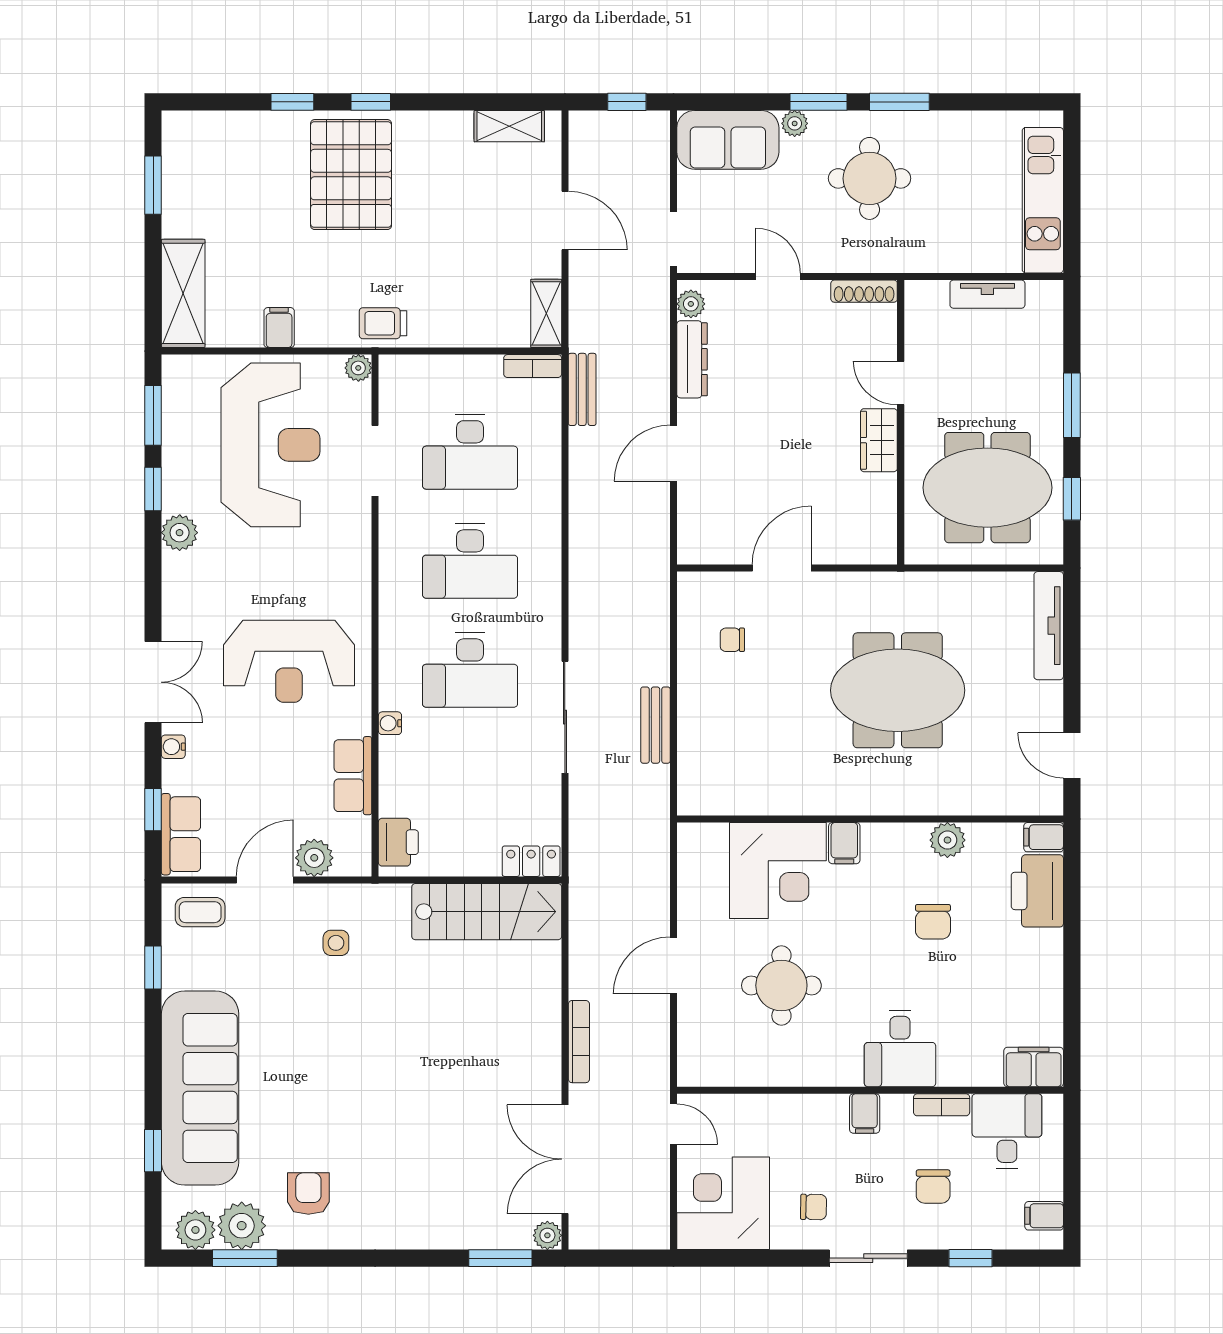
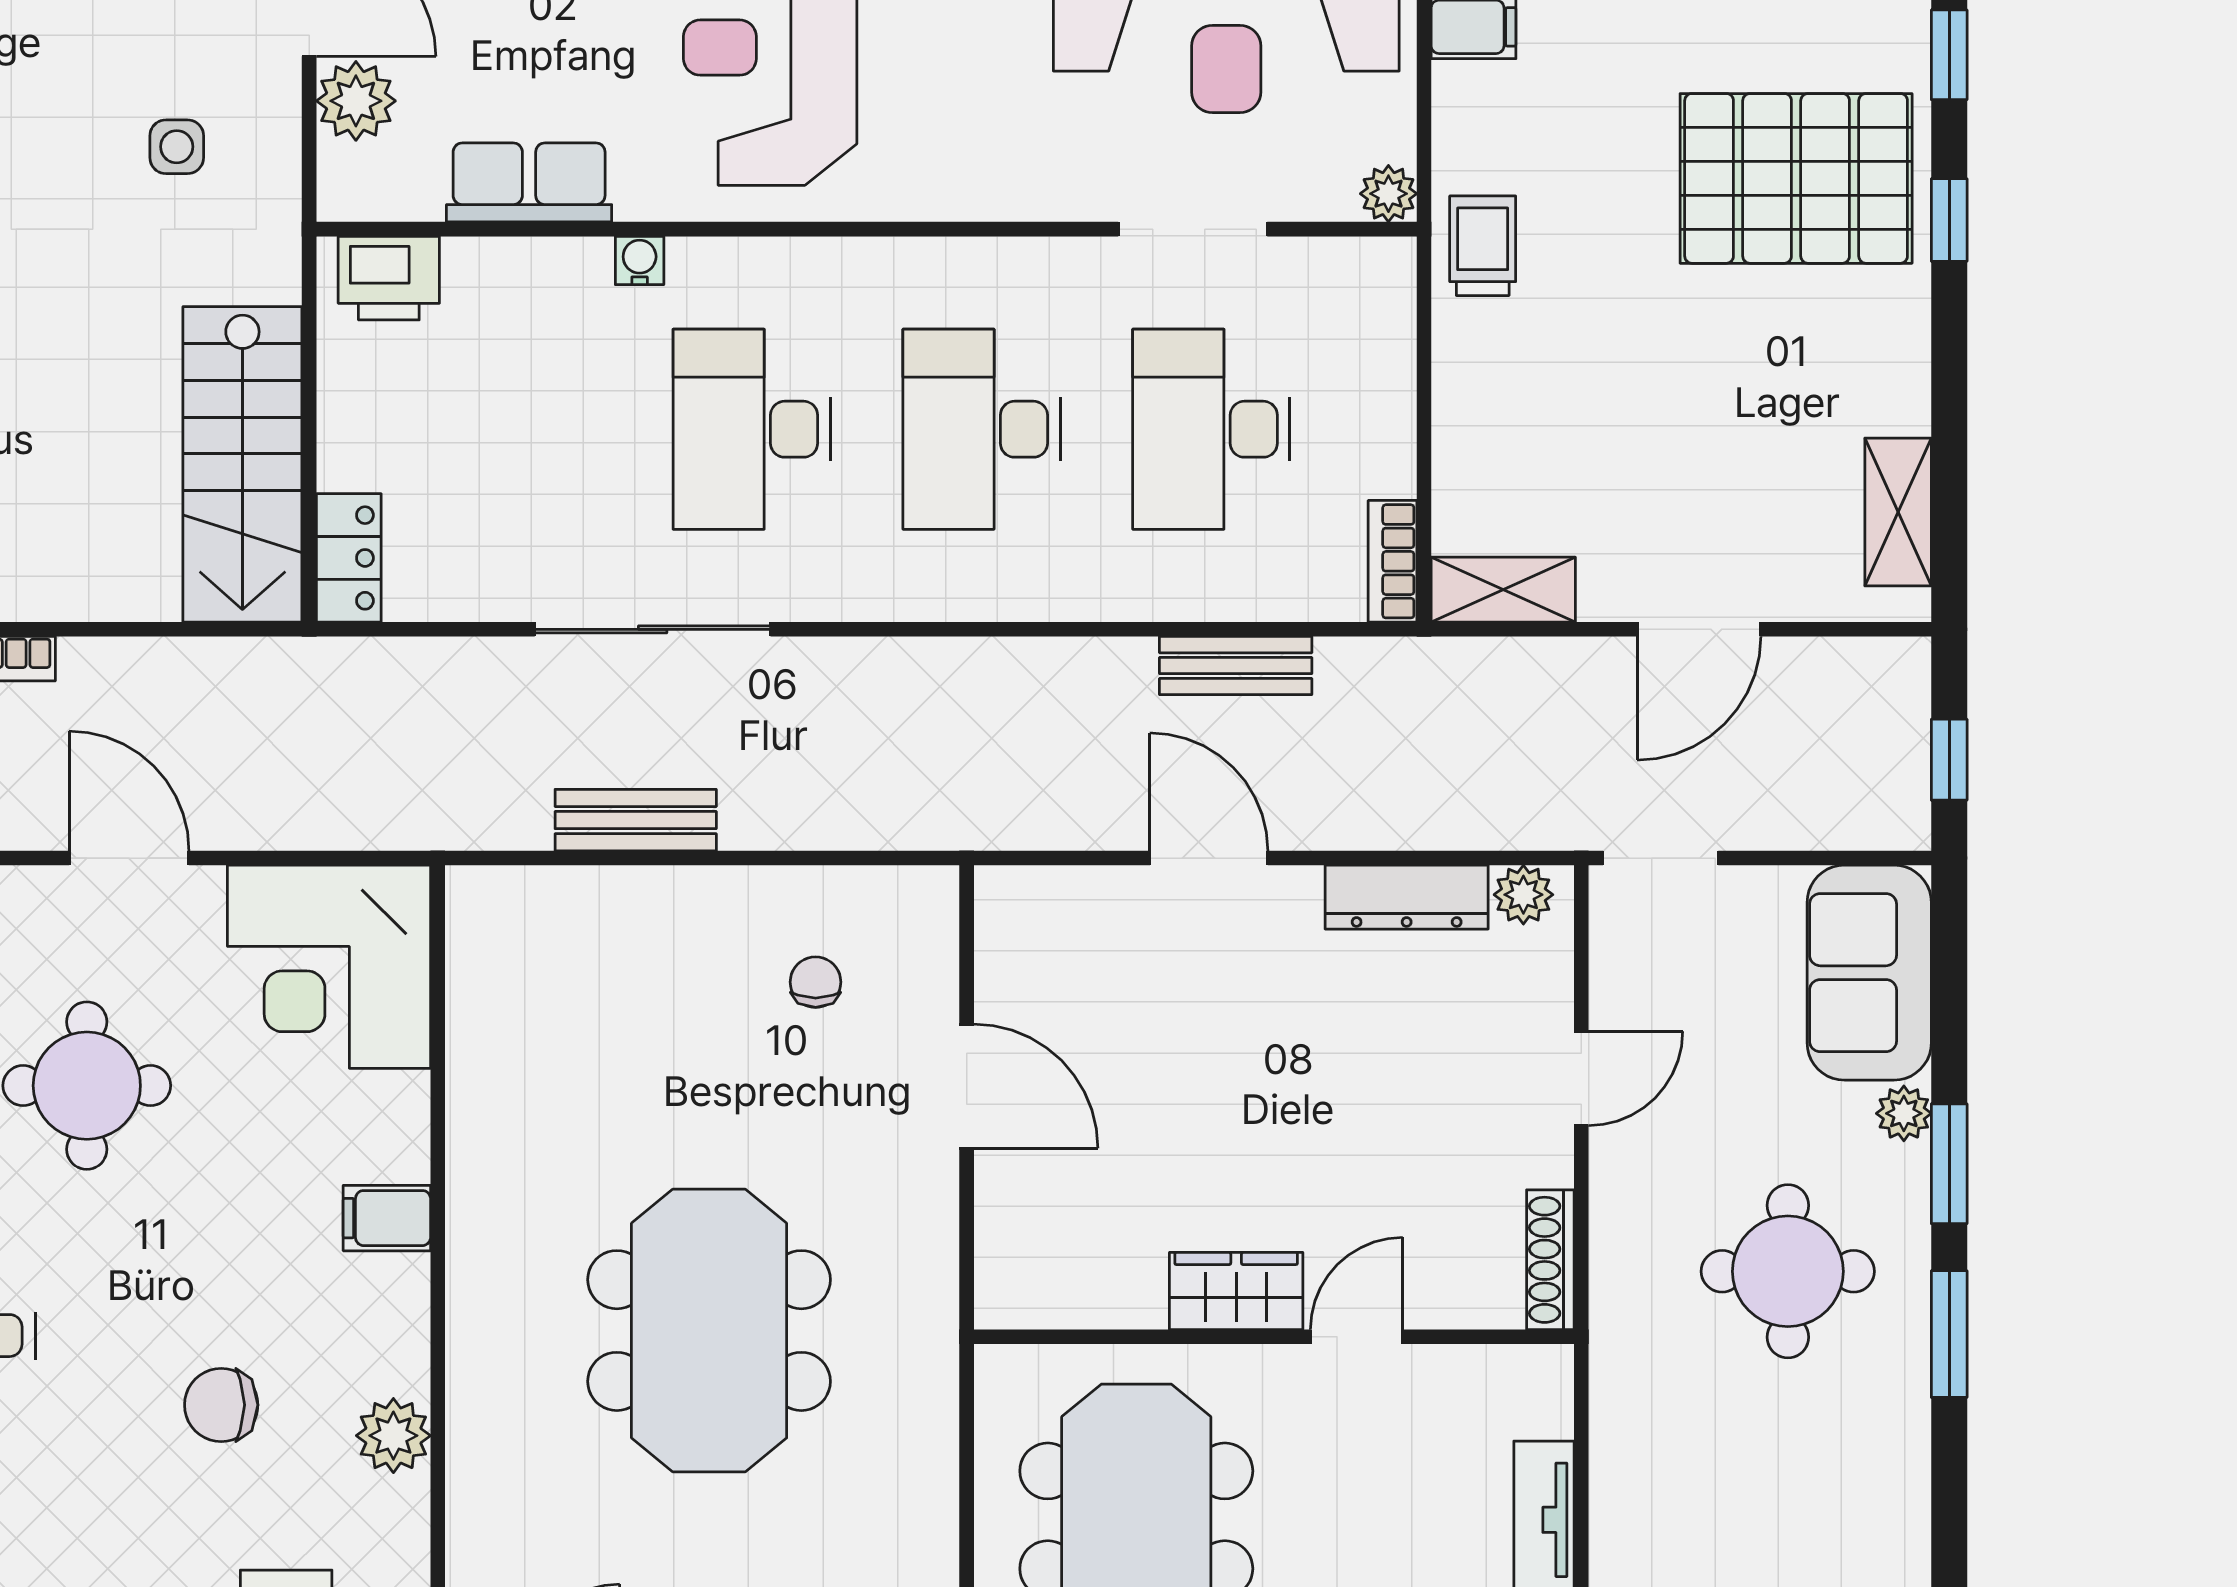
bench: (582, 389) -> (1236, 666), moved
corner desk: (778, 871) -> (329, 967), moved

